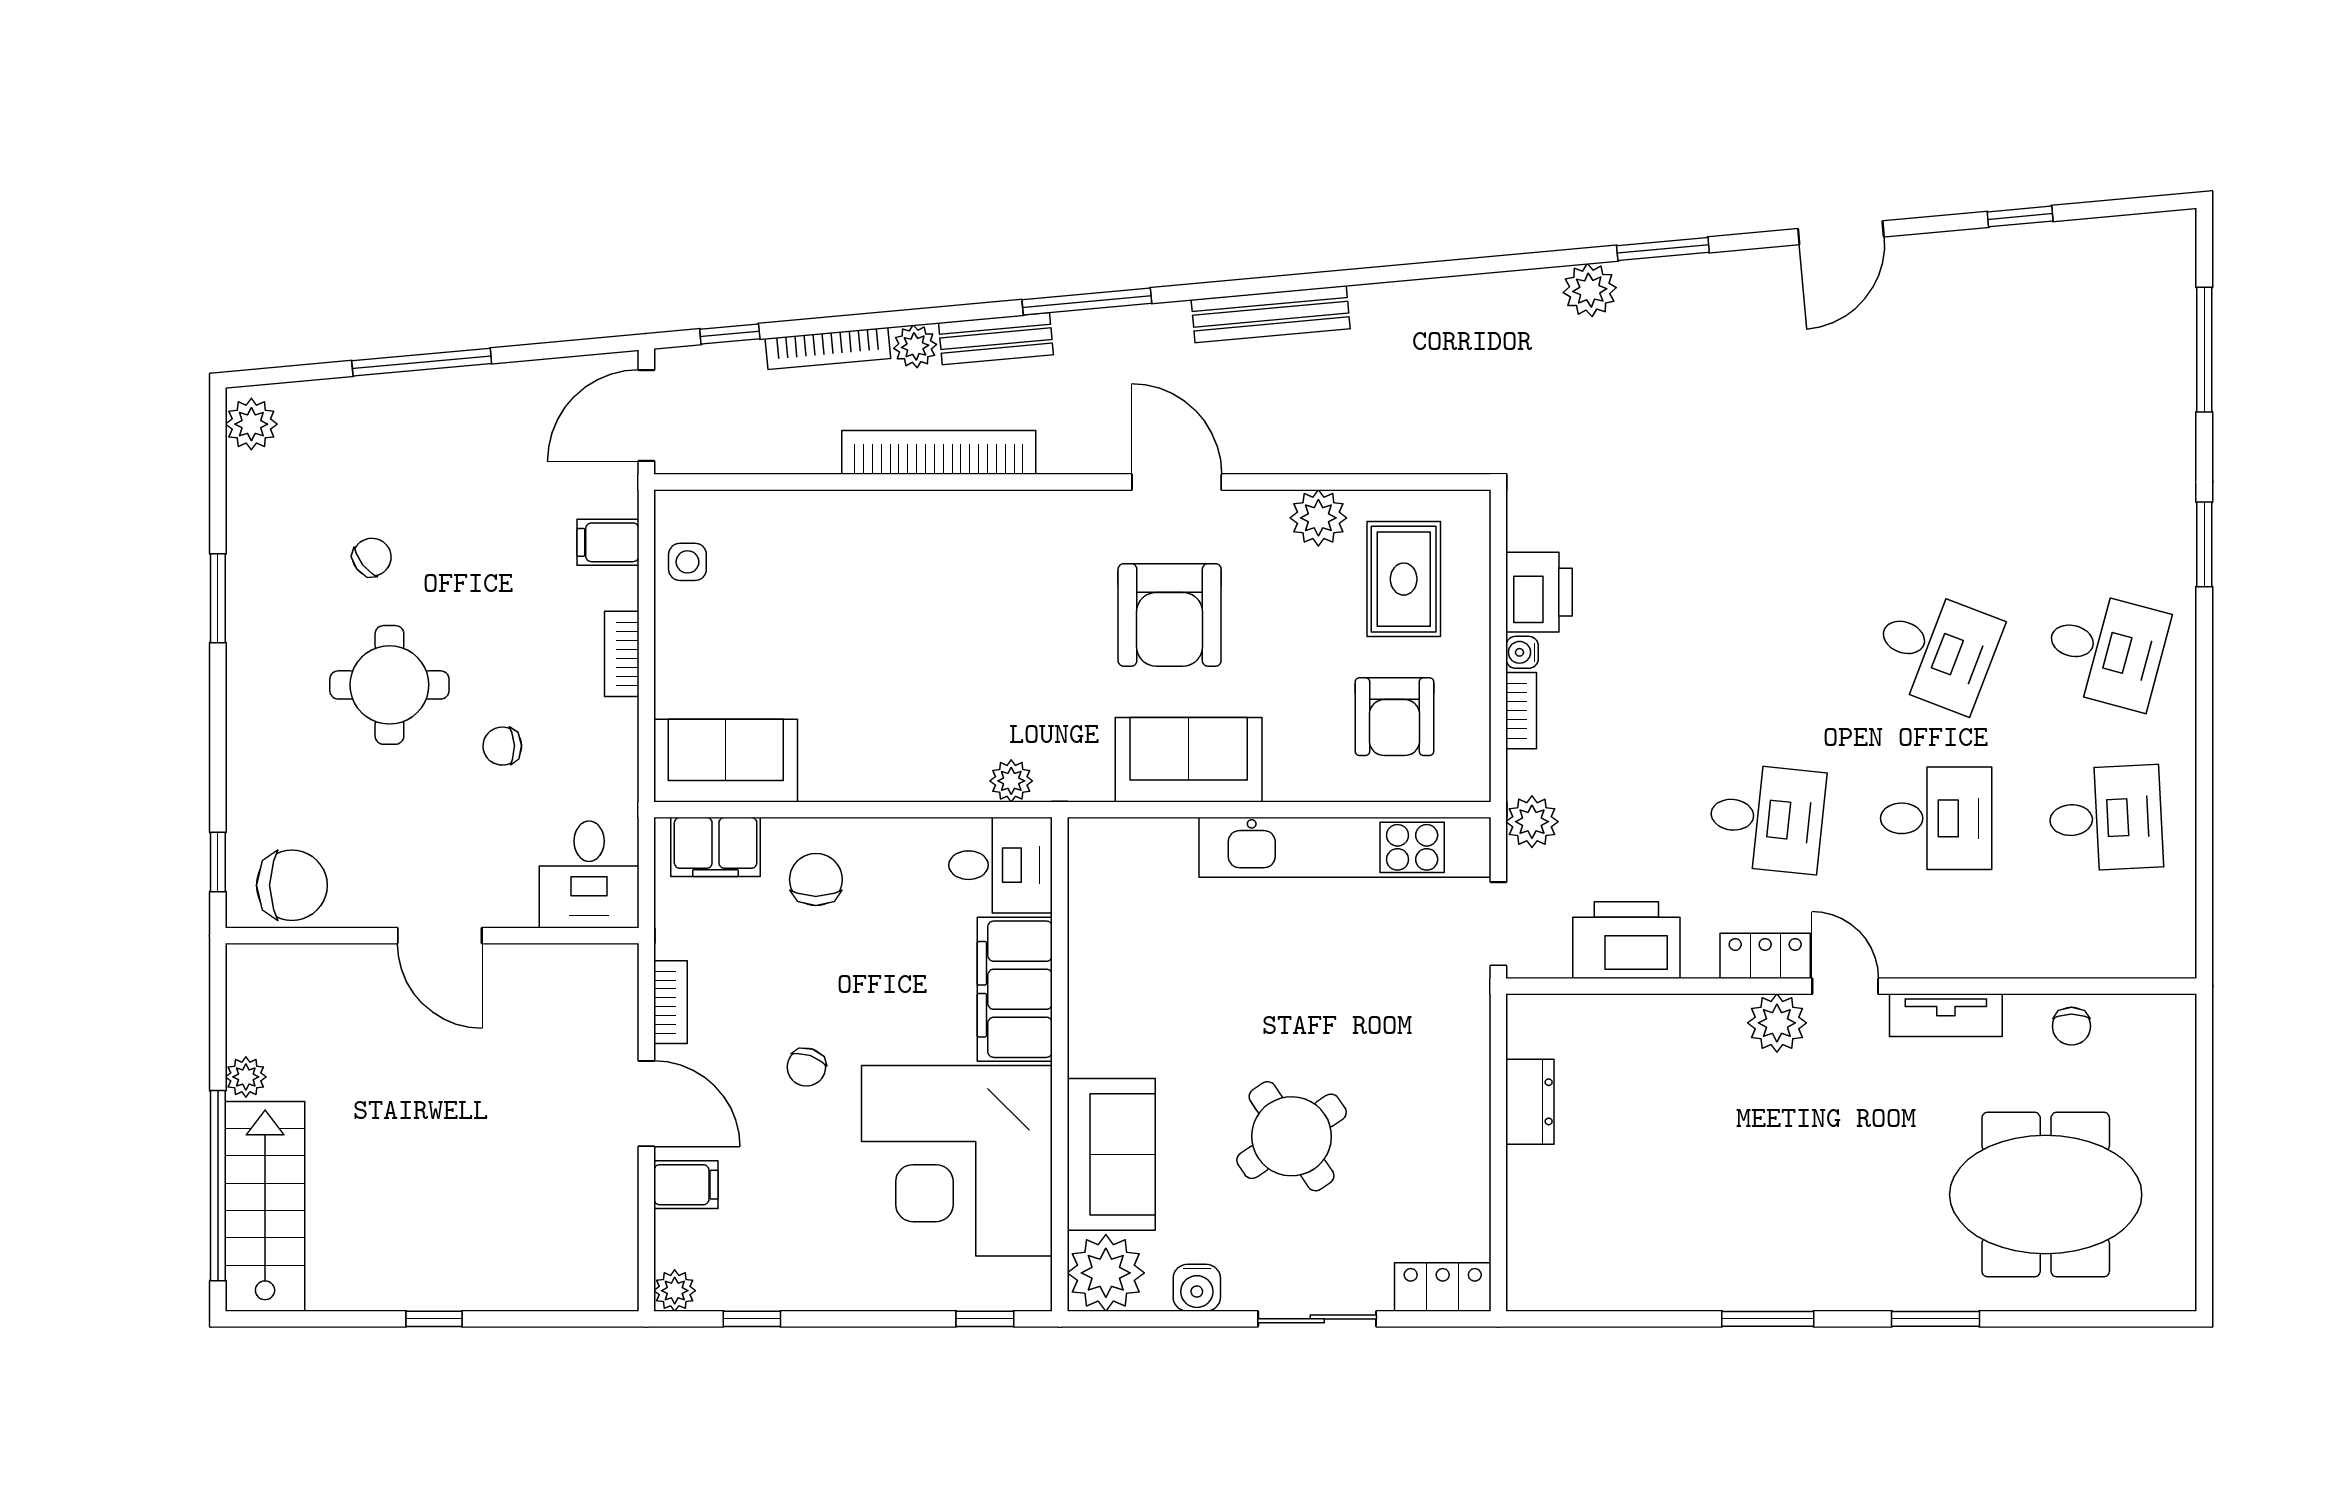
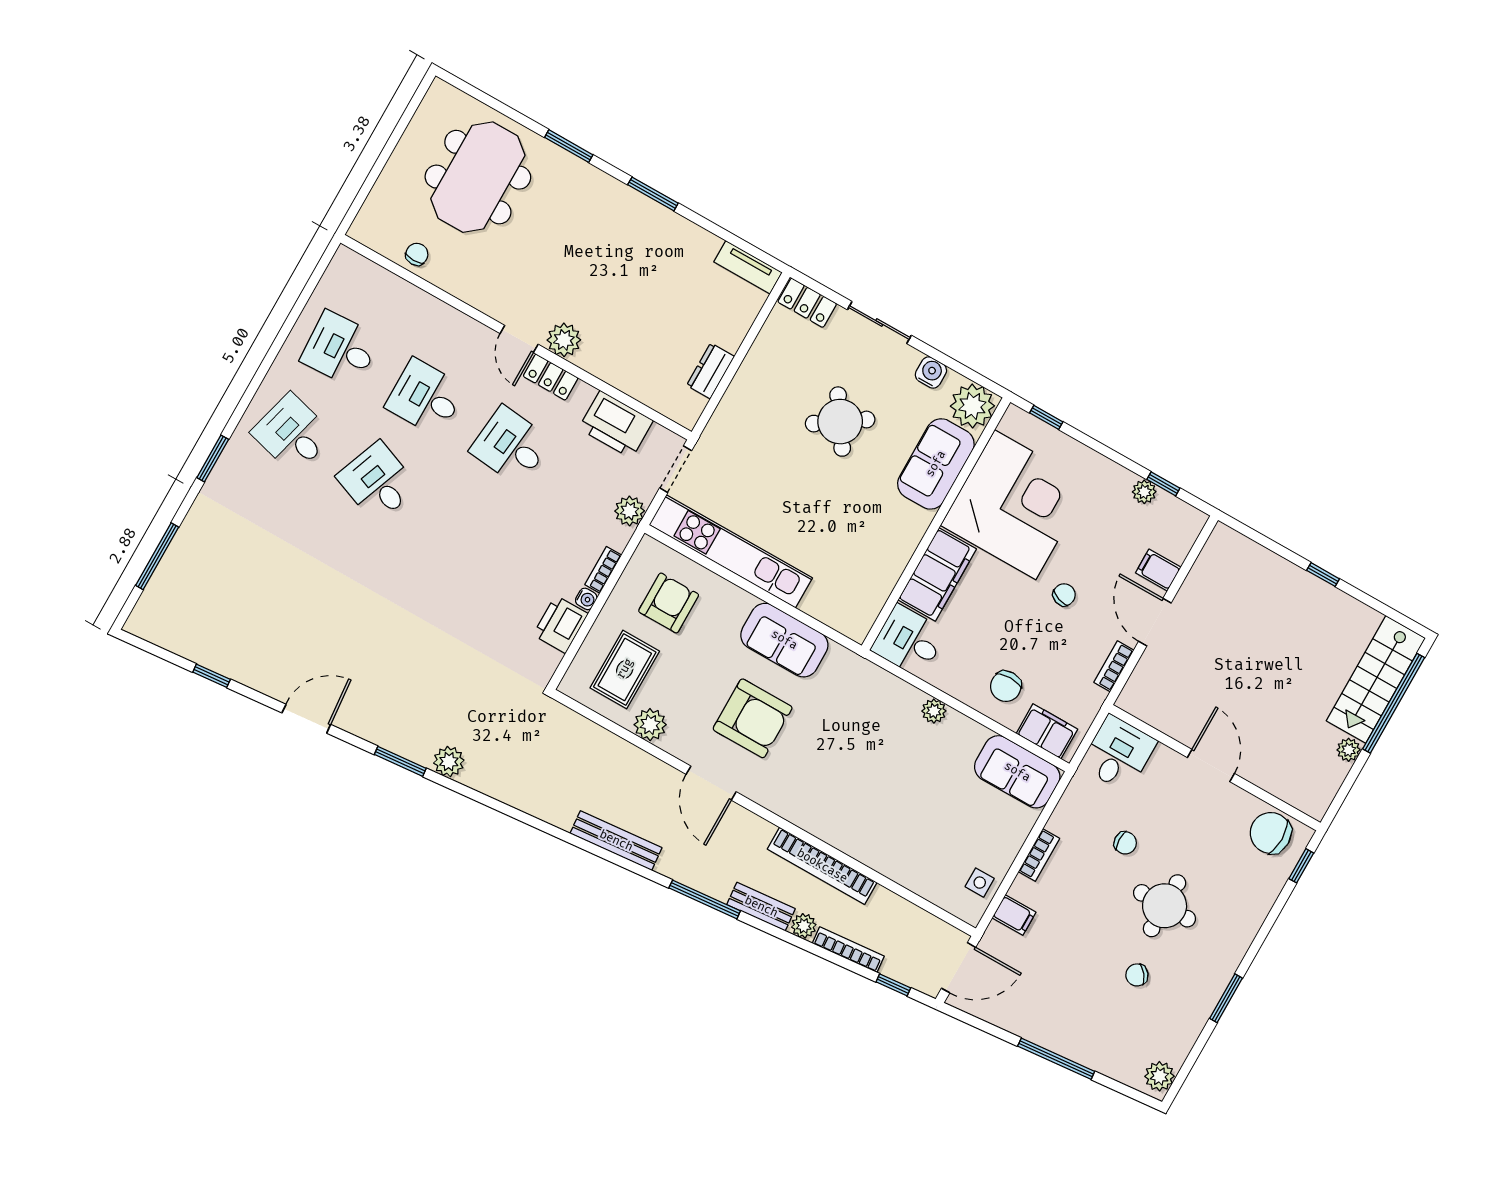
armchair: (1170, 615) -> (753, 718), turned 90
plant: (1011, 781) -> (934, 711), moved
tv unit: (1946, 1015) -> (748, 267), moved, turned 180
meeting table: (2046, 1195) -> (478, 177), turned 90
plant: (675, 1291) -> (1144, 492), moved

